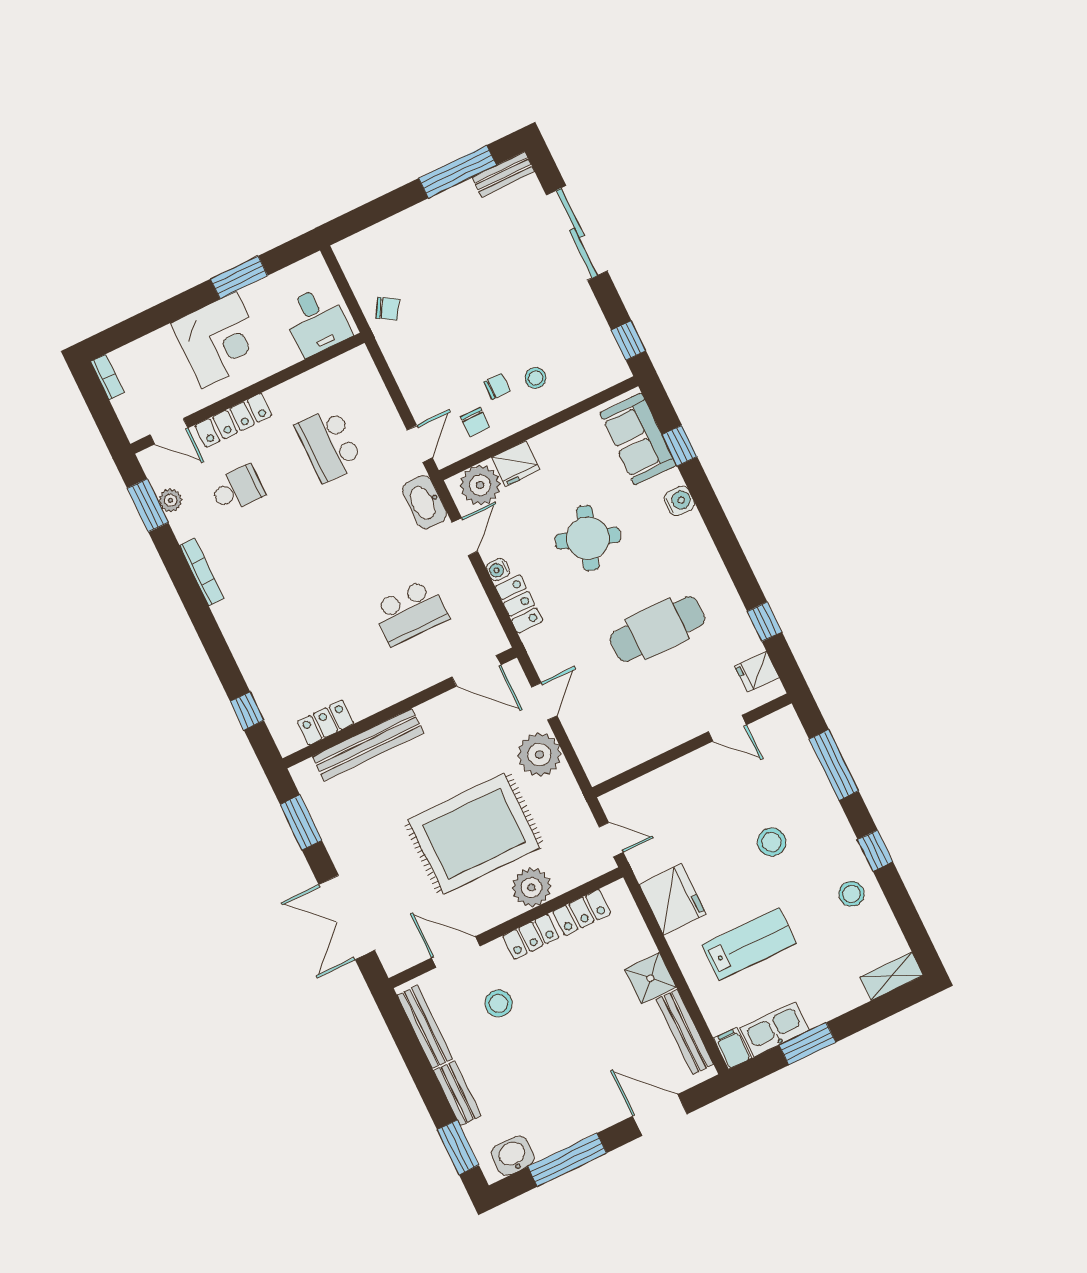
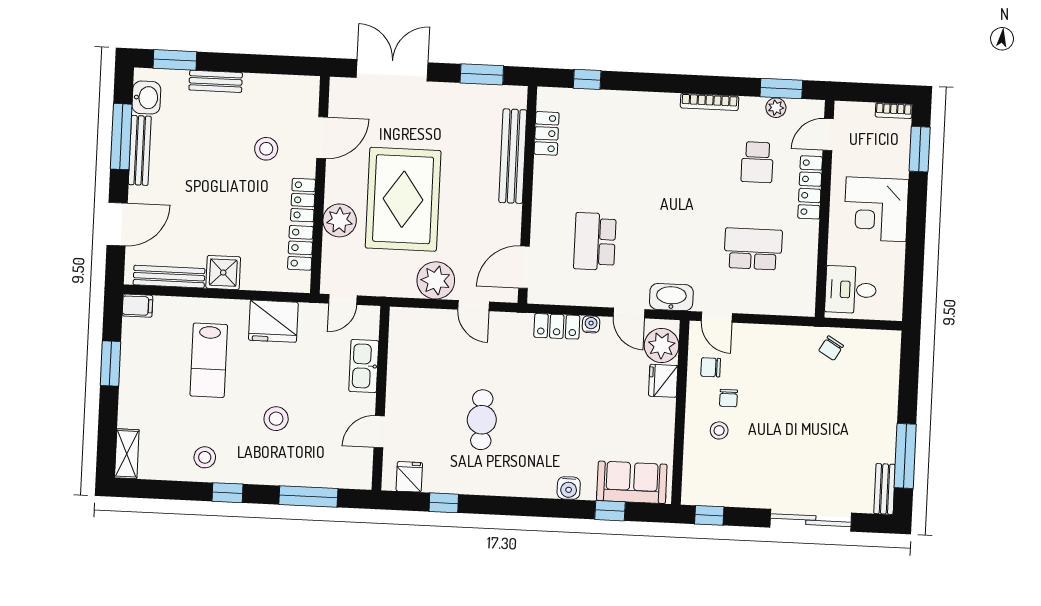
window: (239, 277) -> (920, 149), moved
round table: (588, 538) -> (578, 405), removed
cafe table: (657, 629) -> (482, 420), width x0.73, depth x0.74
bench: (425, 1027) -> (140, 150), moved, turned 90
kitchen sink: (774, 1029) -> (364, 366), moved, turned 180

